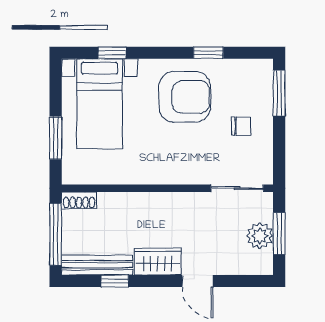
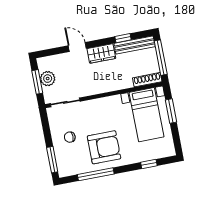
window: (208, 53) -> (96, 174), width x2.17
armchair: (185, 97) -> (104, 147), turned 180
bed with nightstands: (100, 104) -> (146, 115), moved, turned 180
shoe rack: (79, 200) -> (147, 80), width x1.43

